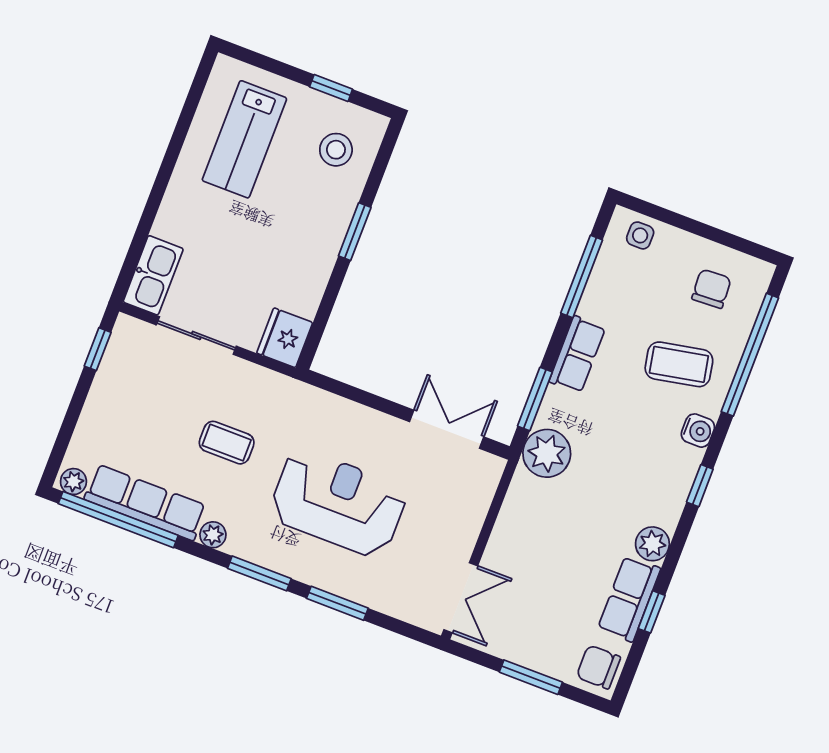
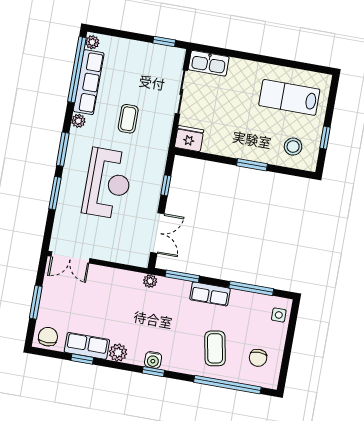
chair: (711, 289) -> (258, 358), turned 93
window: (362, 397) -> (166, 185), added
water cooler: (698, 431) -> (153, 360), moved
plant: (547, 453) -> (150, 281), width x0.53, depth x0.53

